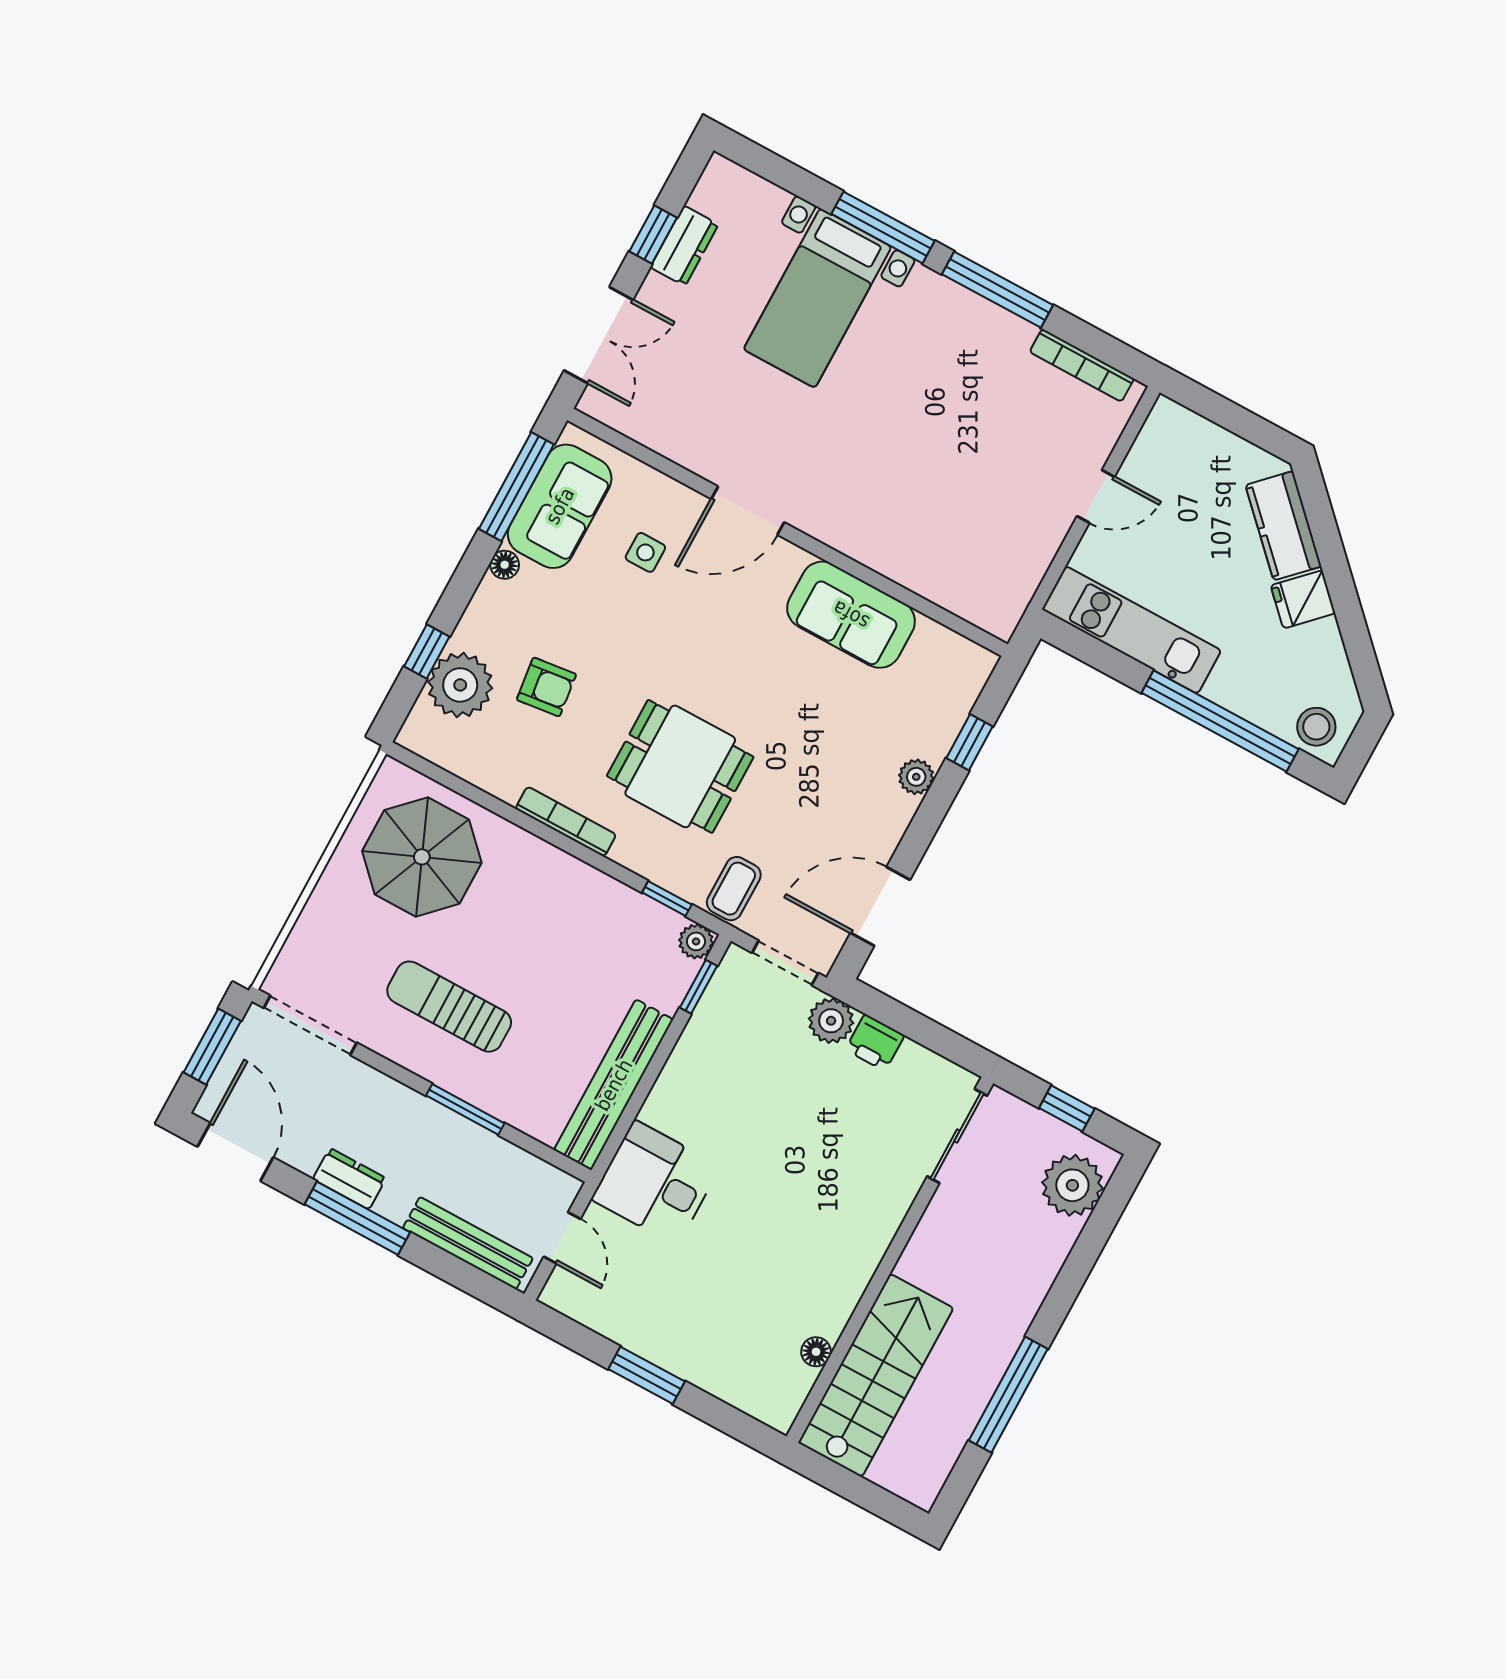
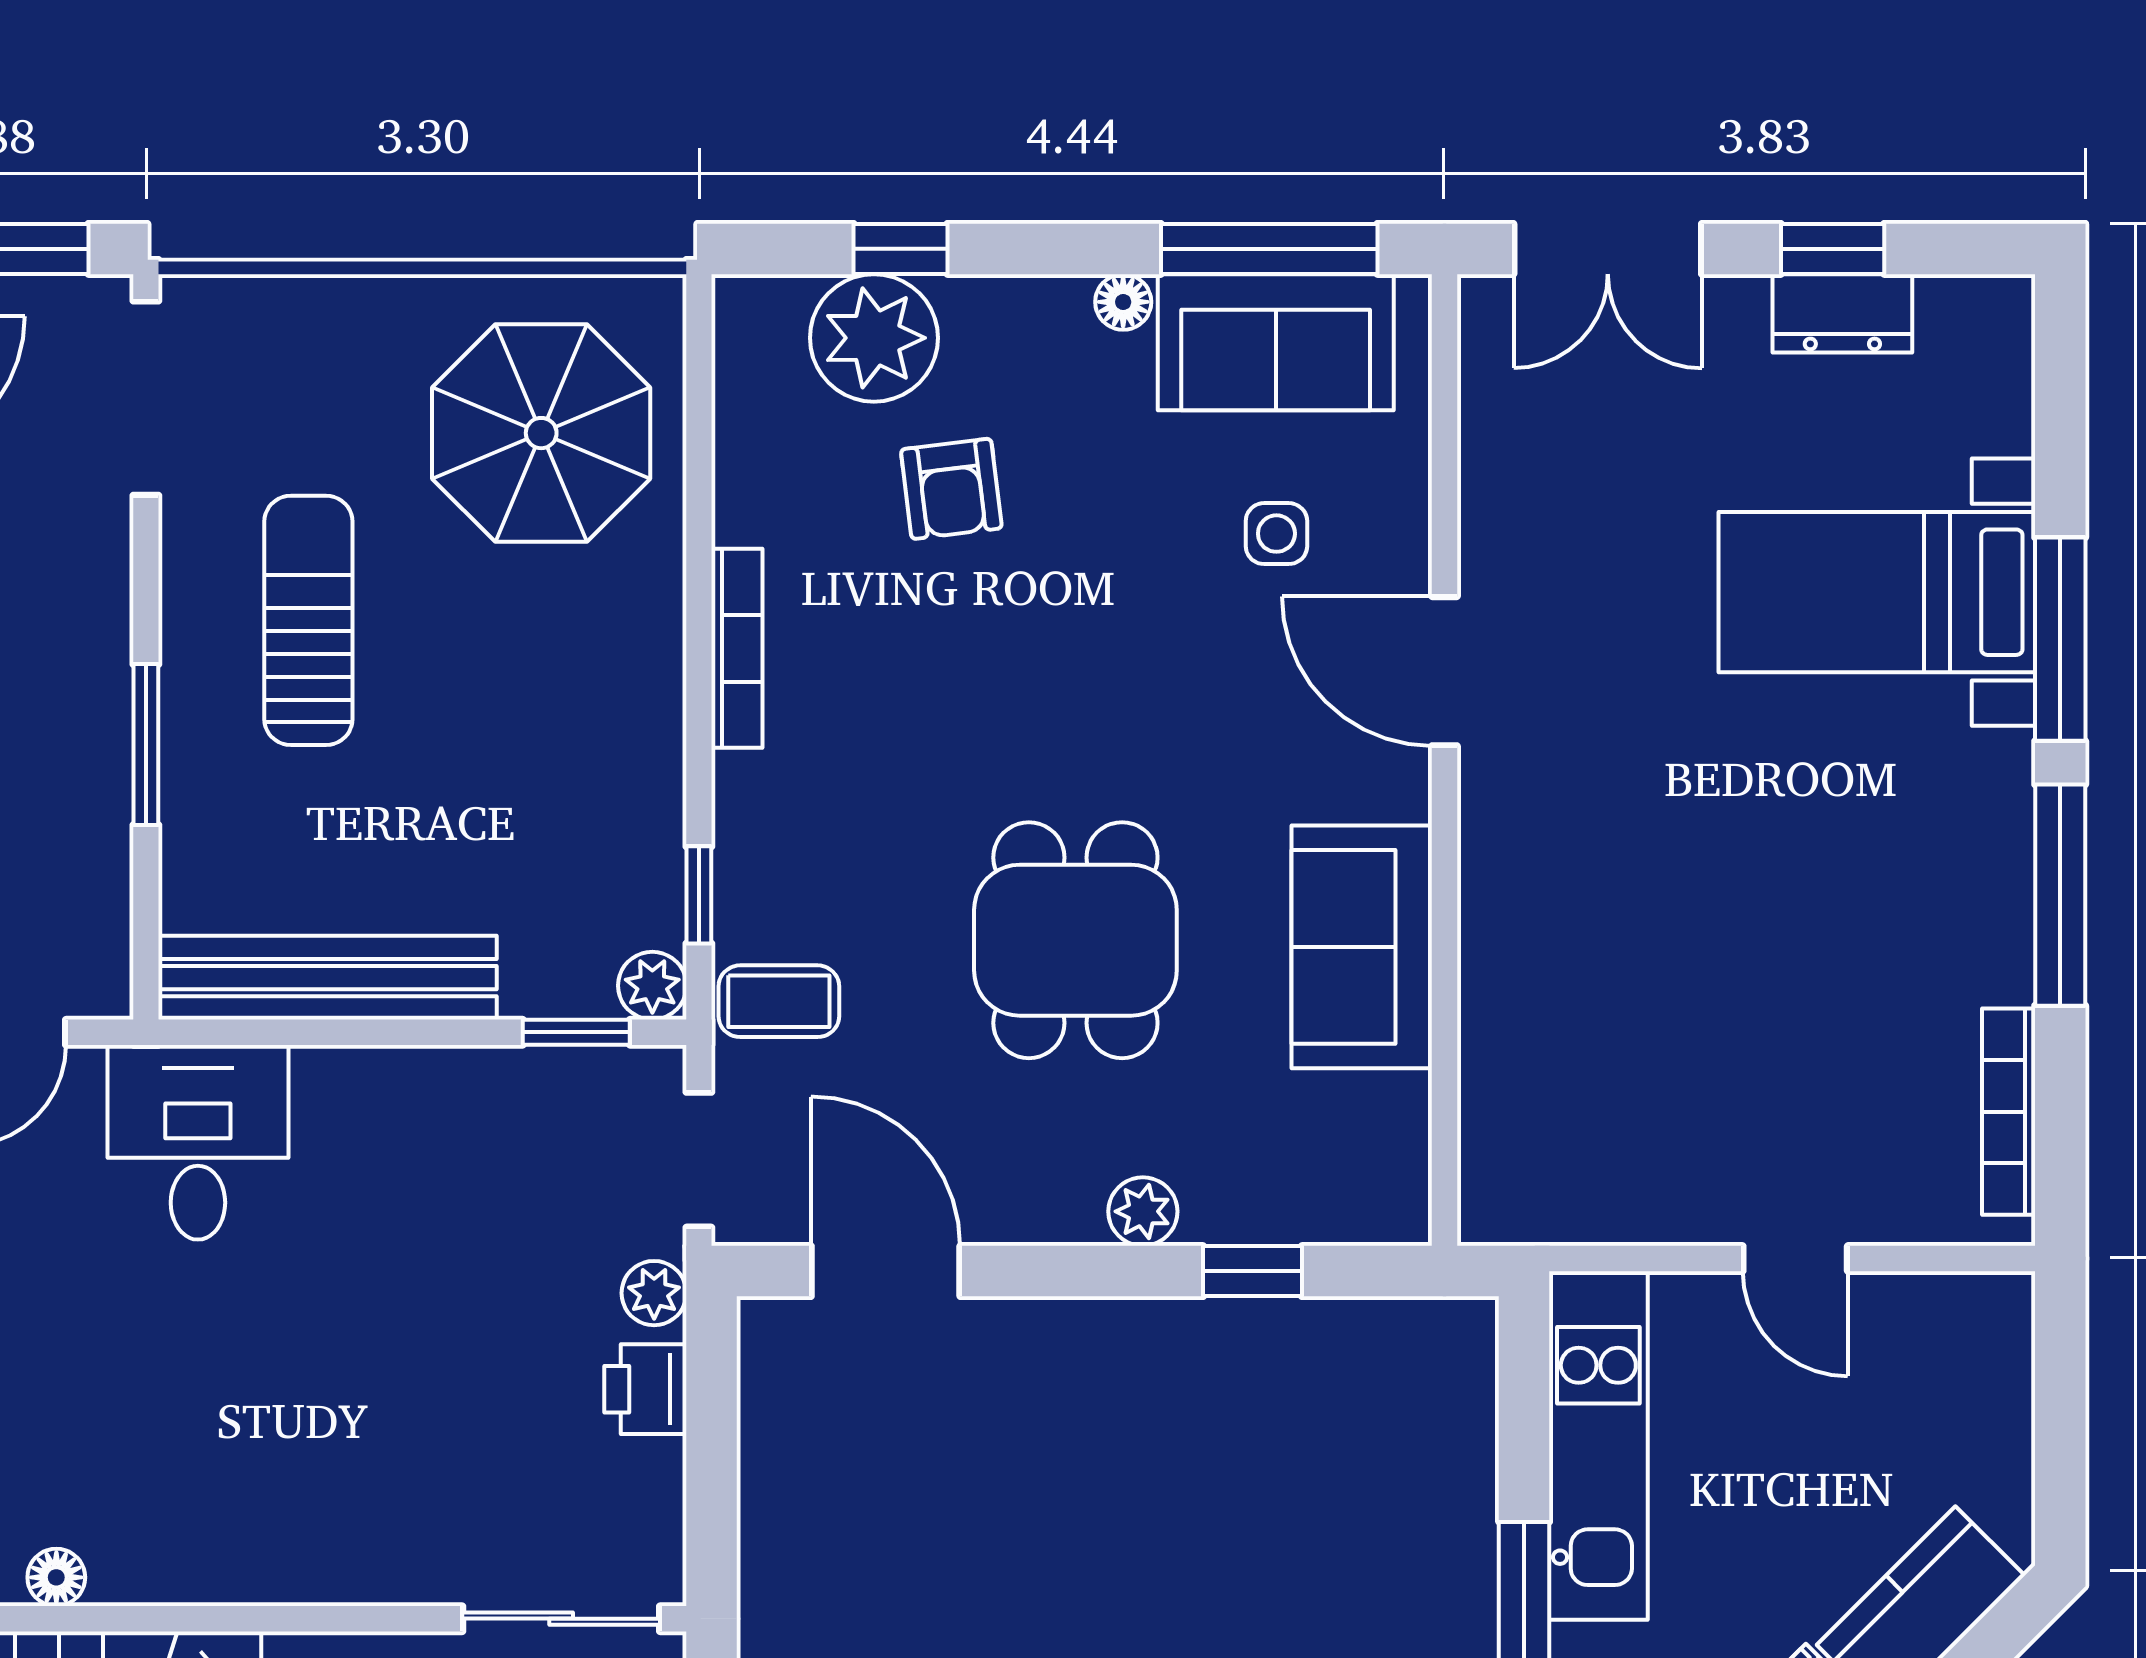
dining table: (680, 766) -> (1075, 940), moved
plant: (831, 1021) -> (654, 1293), width x0.73, depth x0.73

